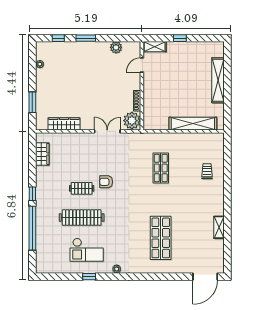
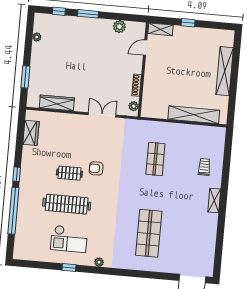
plant: (132, 121) -> (134, 106), width x0.53, depth x0.53
shelving: (219, 227) -> (214, 201), moved

